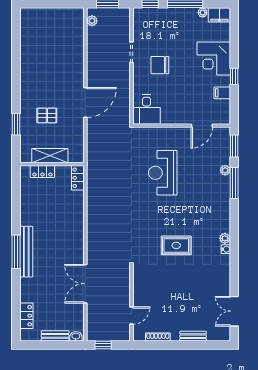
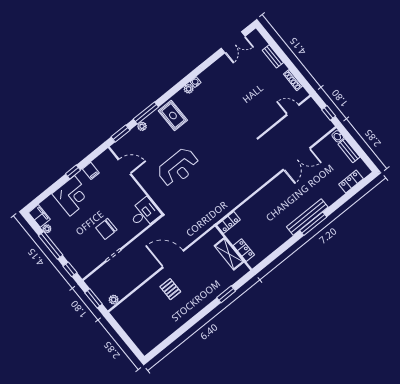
chair: (160, 65) -> (106, 229), turned 90
pallet: (47, 115) -> (170, 289), moved
rug: (176, 245) -> (173, 116), moved

